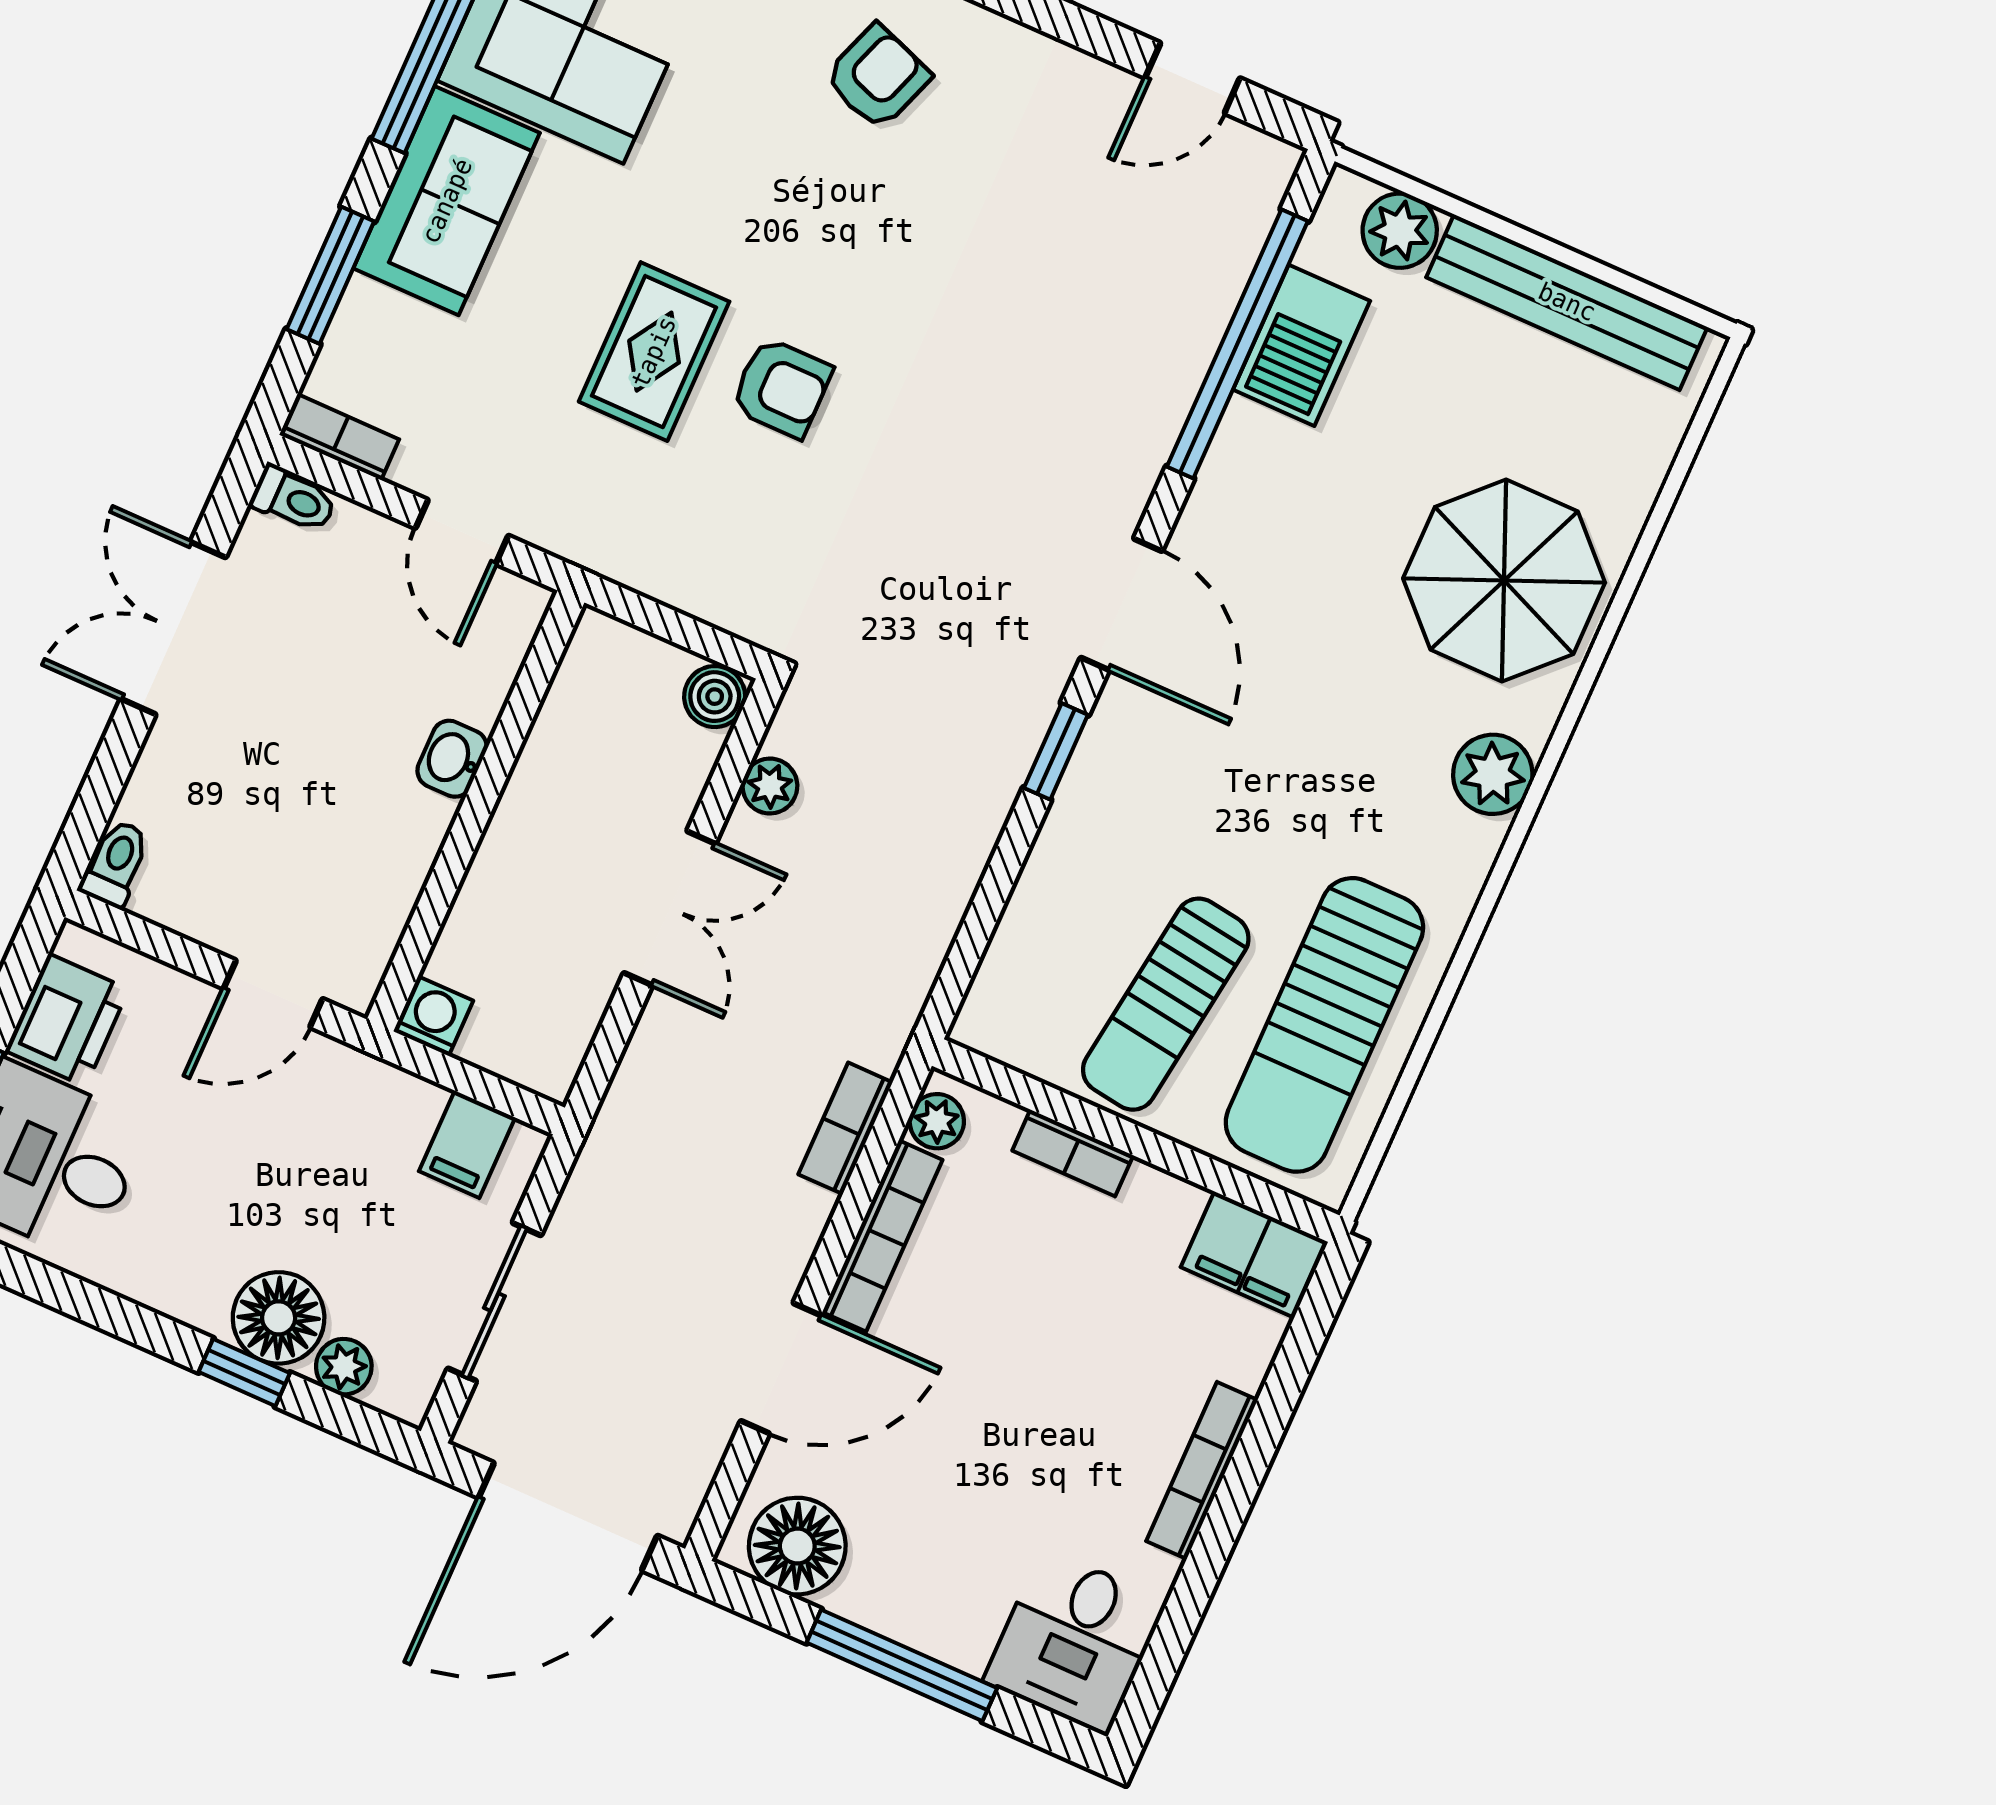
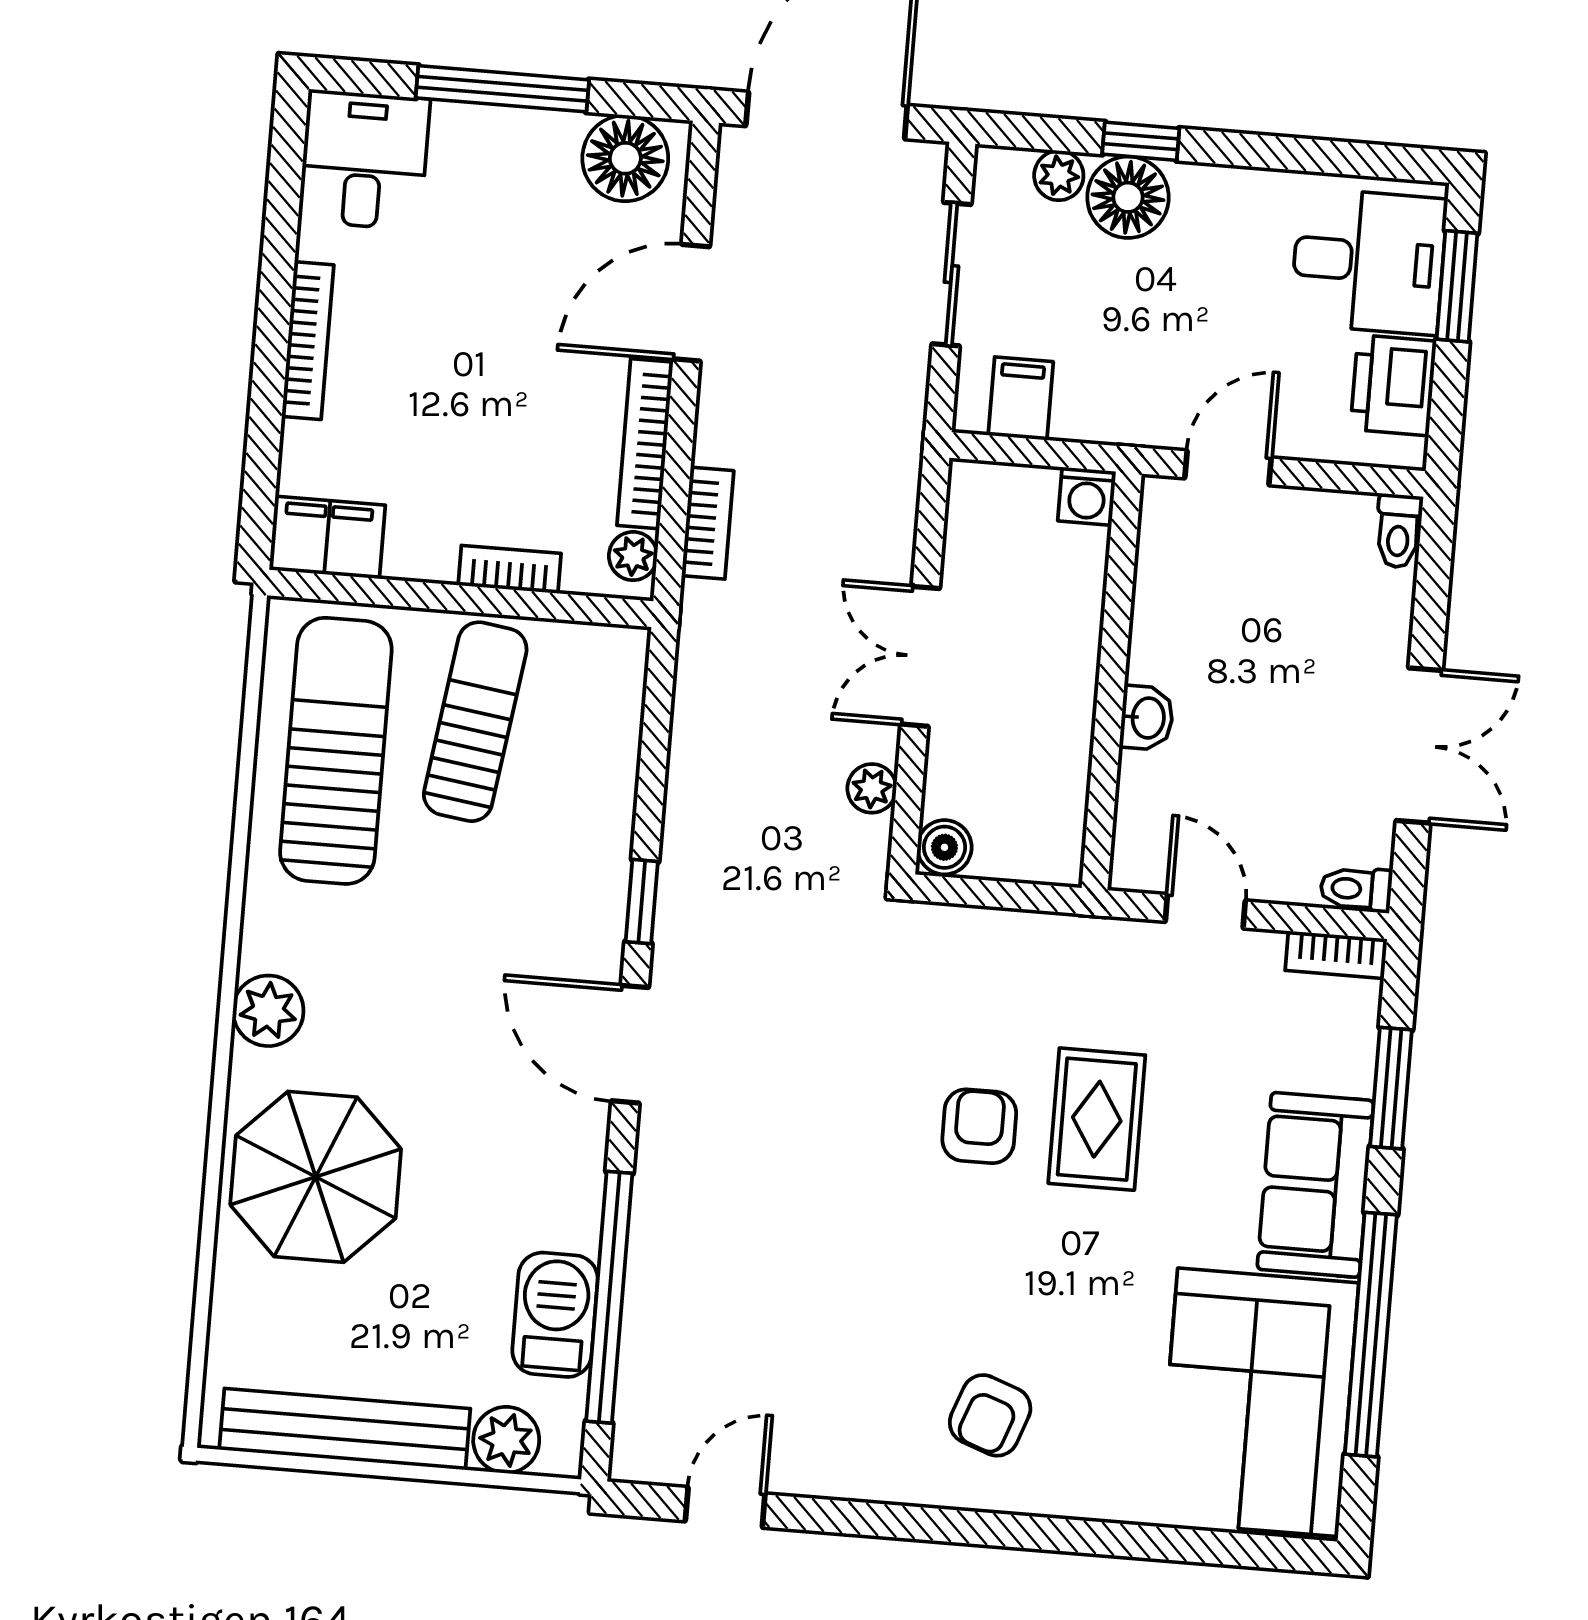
armchair: (781, 388) -> (979, 1126), turned 90

